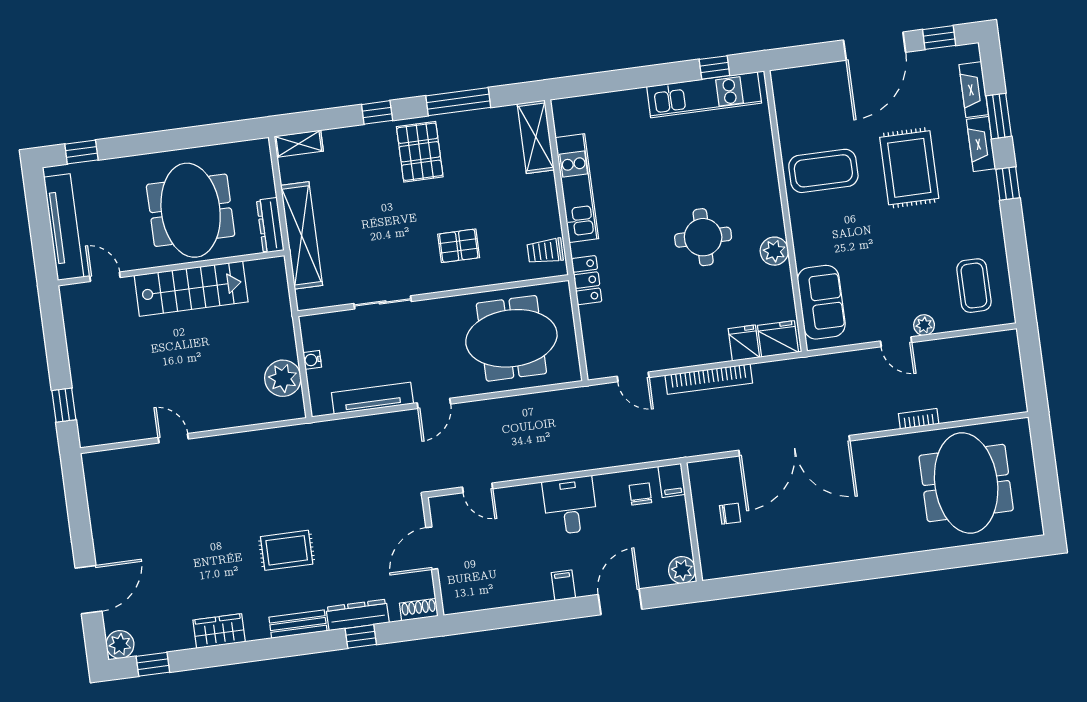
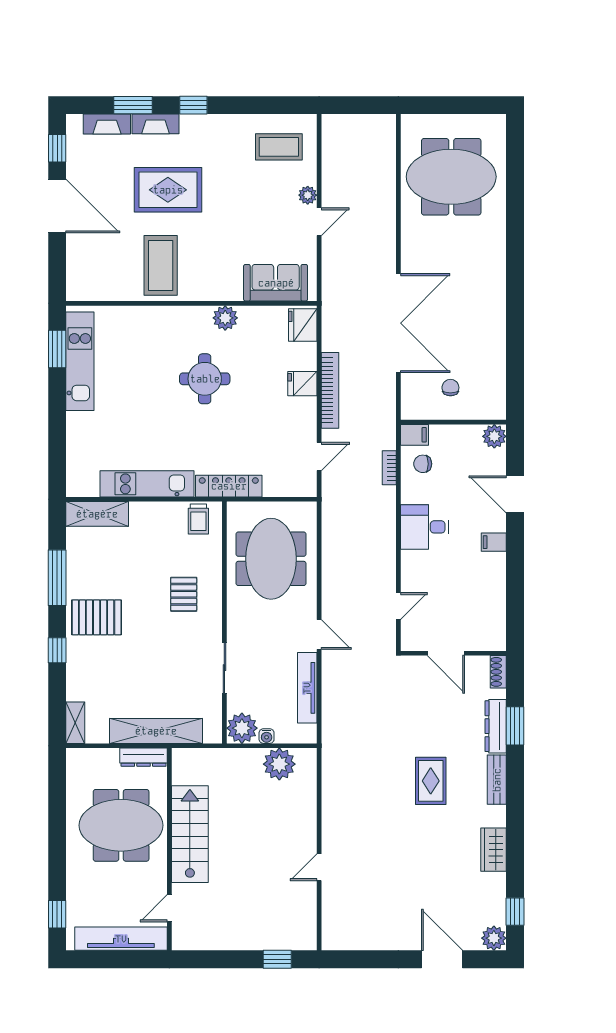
window: (714, 67) -> (57, 349), width x1.50
locker: (587, 280) -> (229, 486), width x1.53
plant: (317, 331) -> (242, 728), added
fridge: (744, 343) -> (302, 384), moved
bookcase: (919, 419) -> (389, 468), moved
window: (361, 636) -> (515, 726), width x1.50

